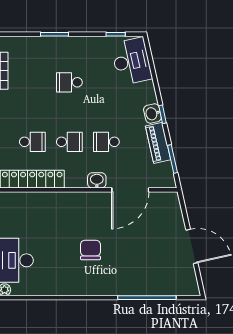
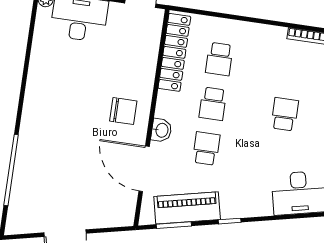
washbasin: (152, 114) -> (232, 209), removed
piano: (158, 143) -> (187, 208), width x1.37, depth x1.33
chair: (90, 250) -> (123, 111), moved

